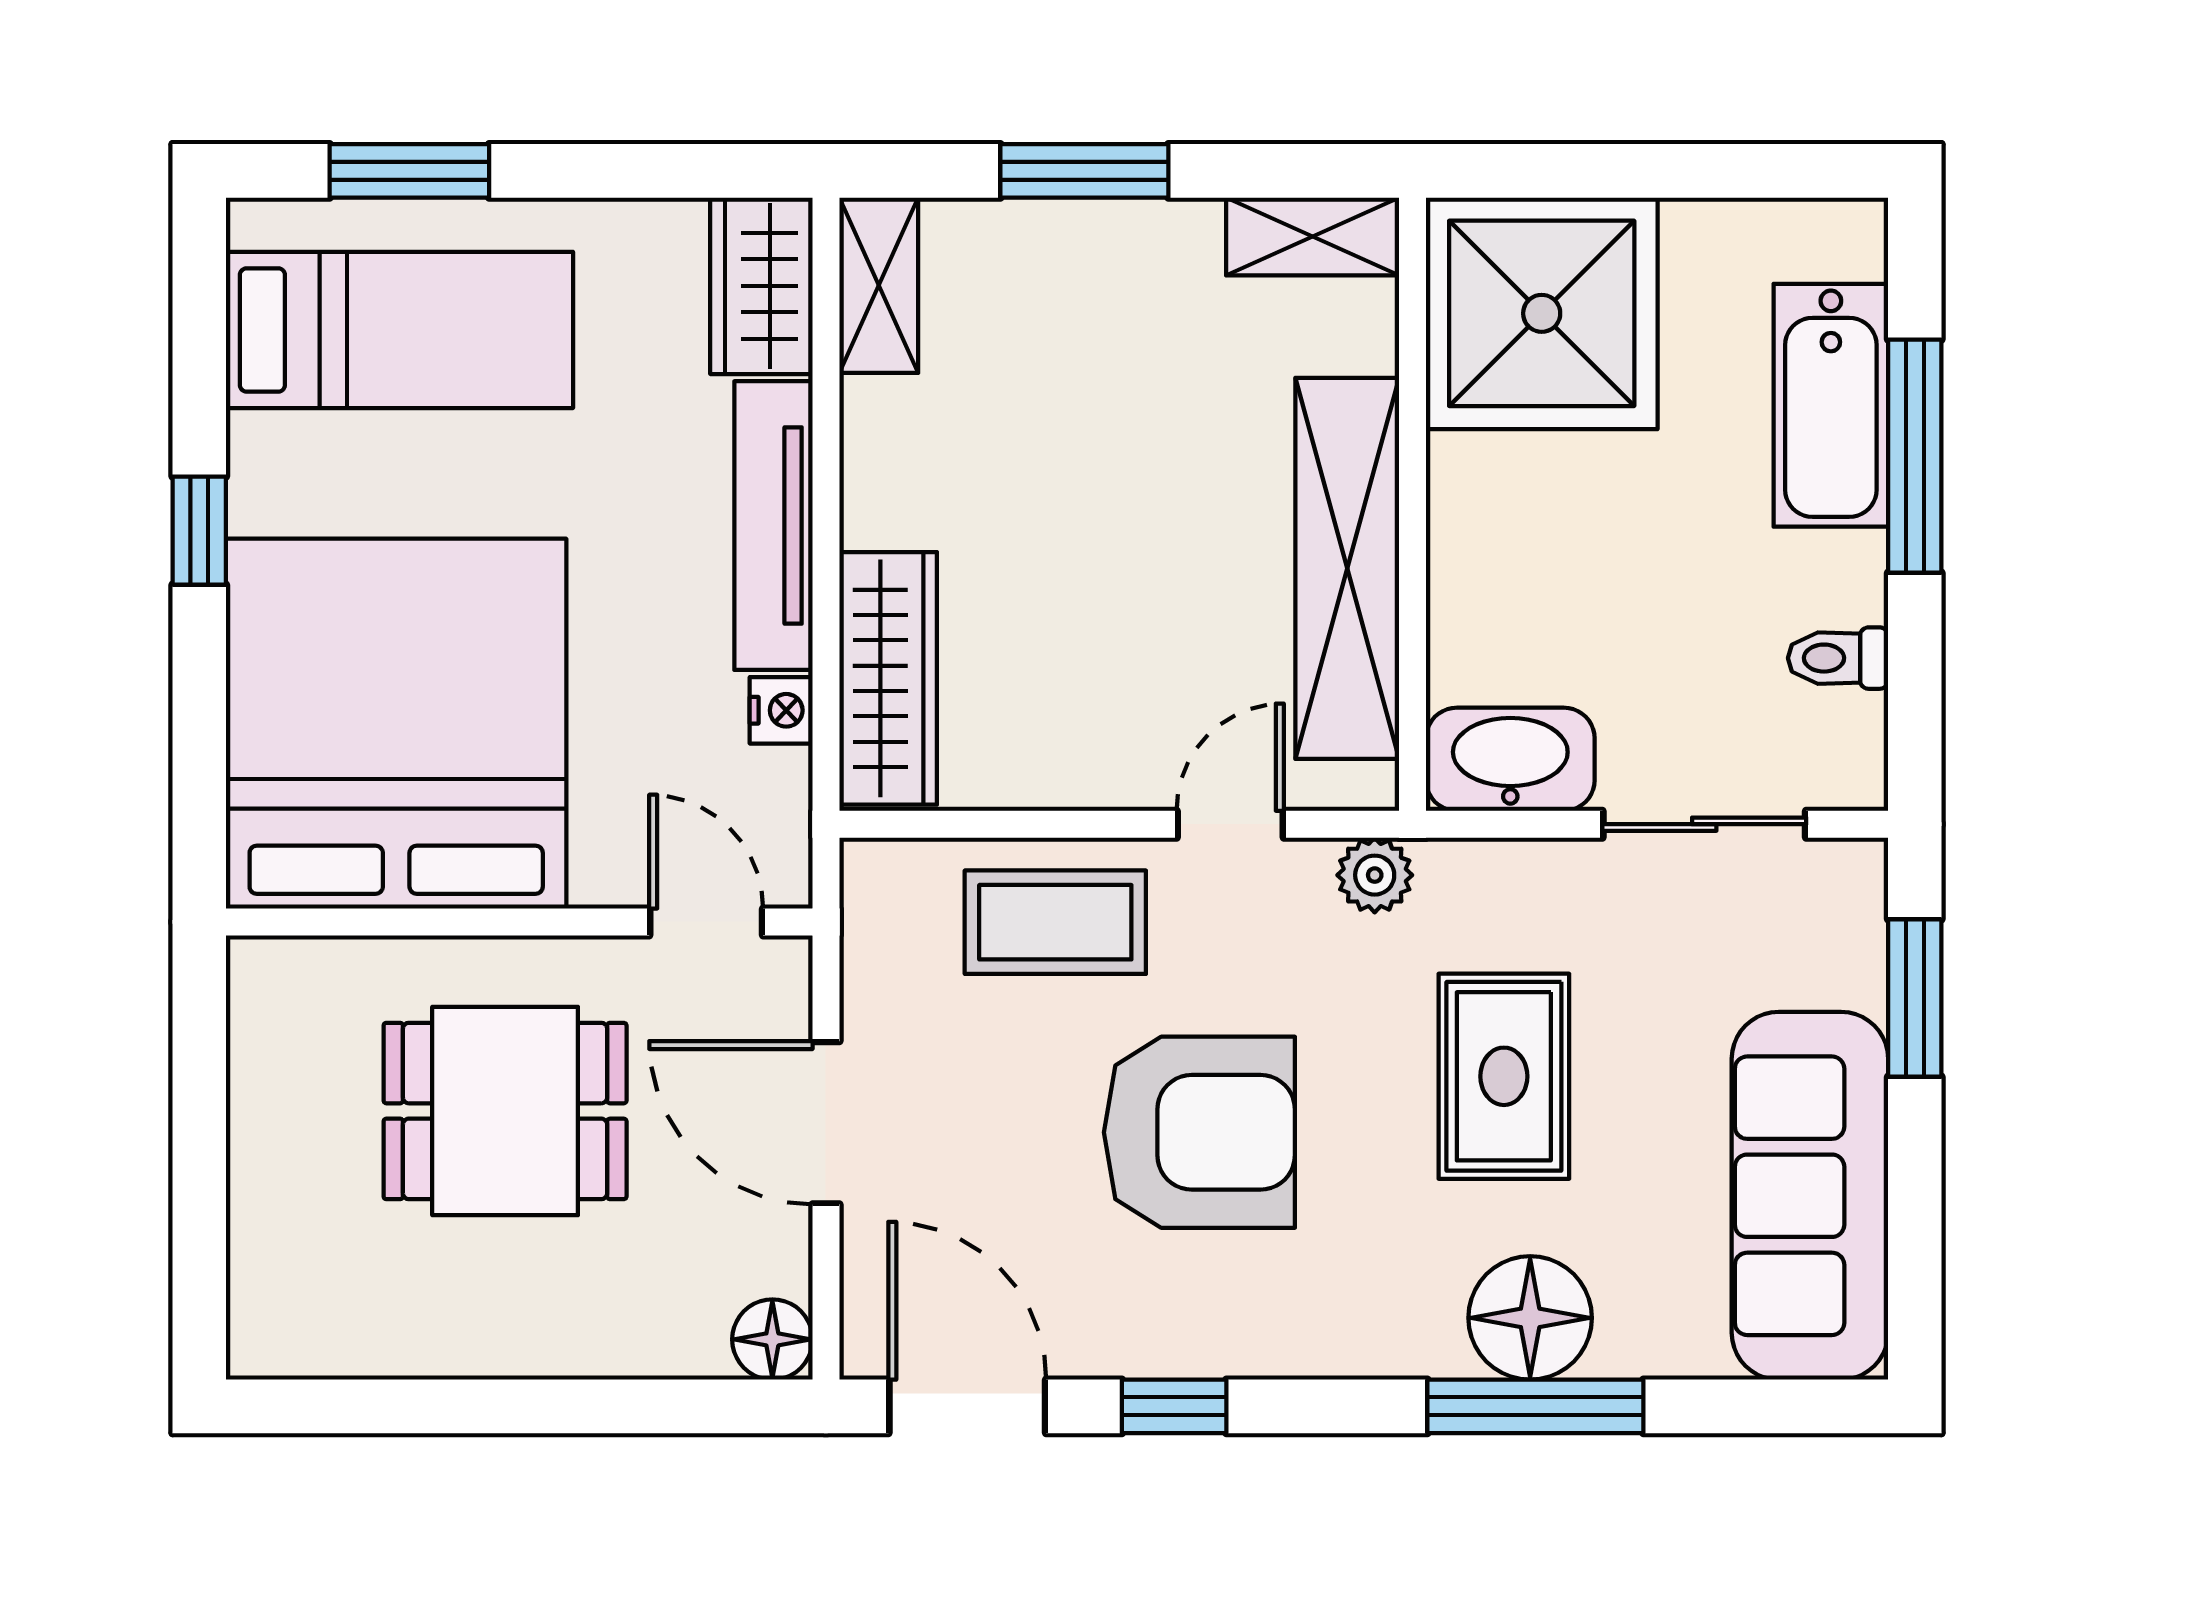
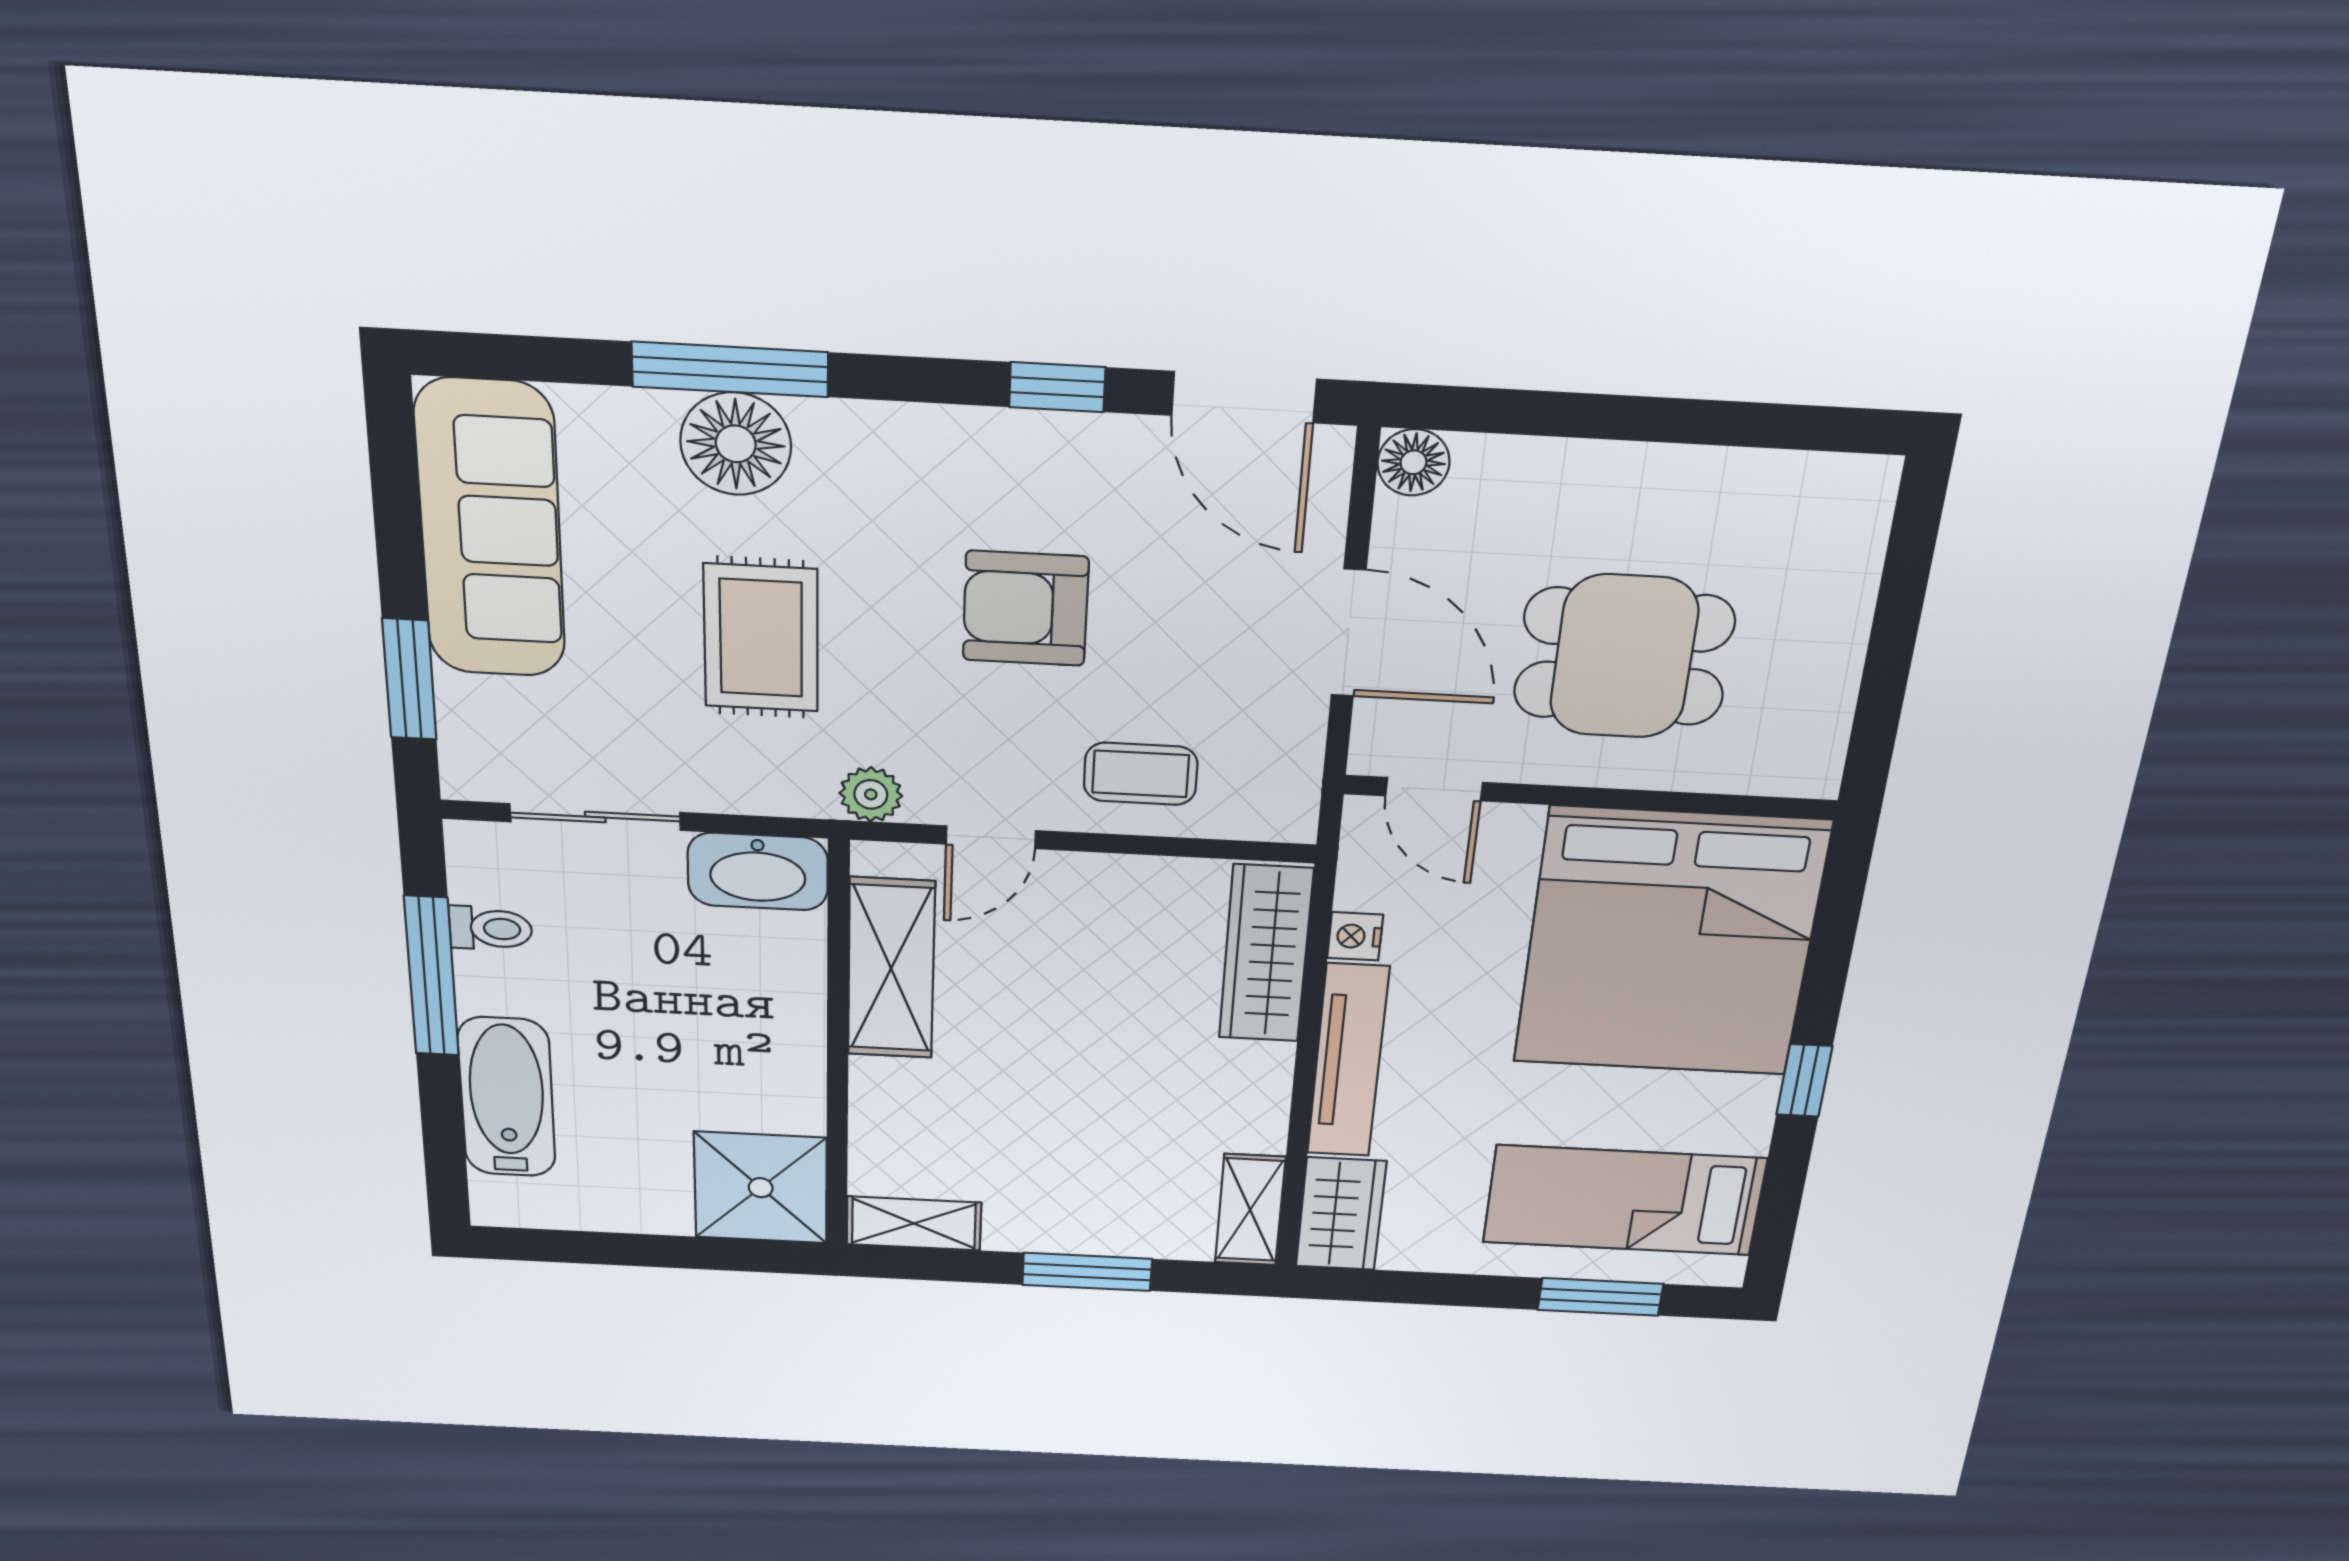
shower: (1542, 313) -> (761, 1188), width x0.73, depth x0.73
window: (1915, 456) -> (432, 976), moved
shelving: (1347, 568) -> (891, 969), width x0.68
coffee table: (1055, 922) -> (1141, 774), width x0.73, depth x0.77
armchair: (1199, 1132) -> (1026, 608), width x0.73, depth x0.73

